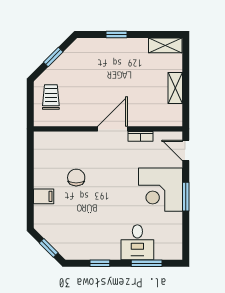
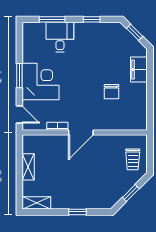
filing cabinet: (44, 196) -> (139, 70), width x2.00

